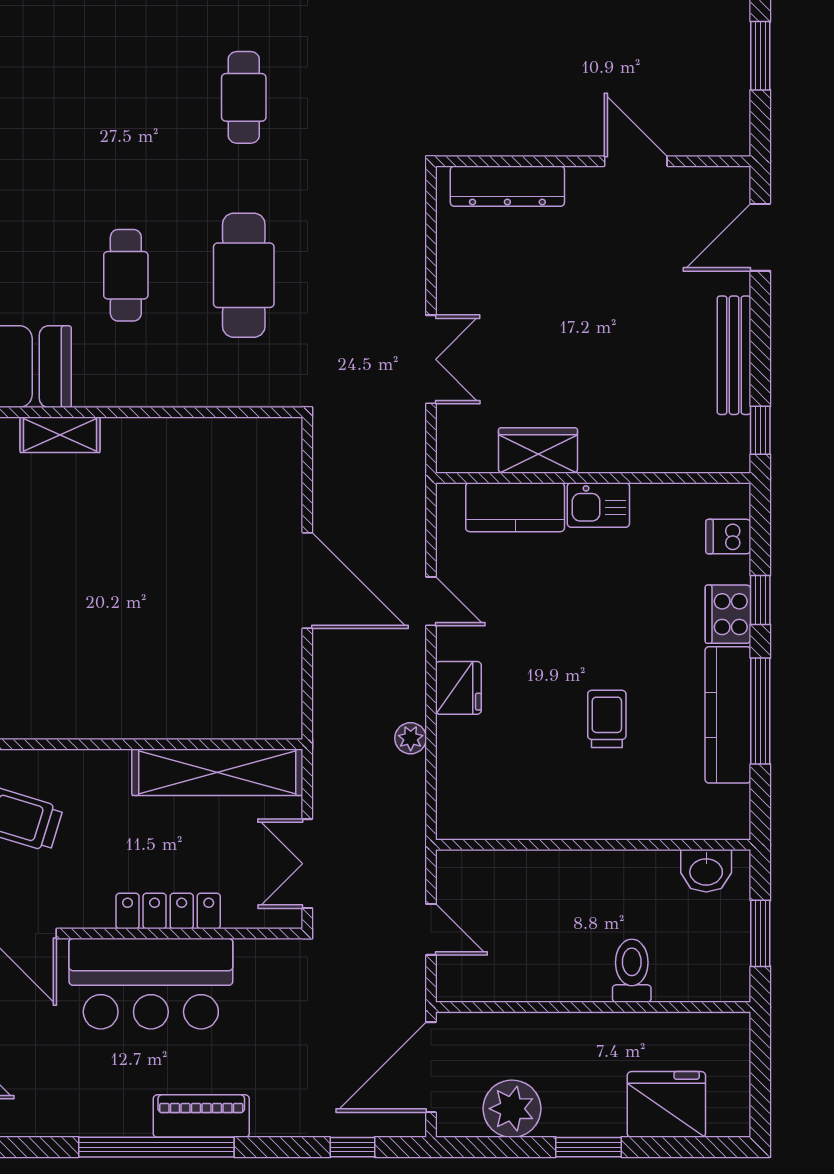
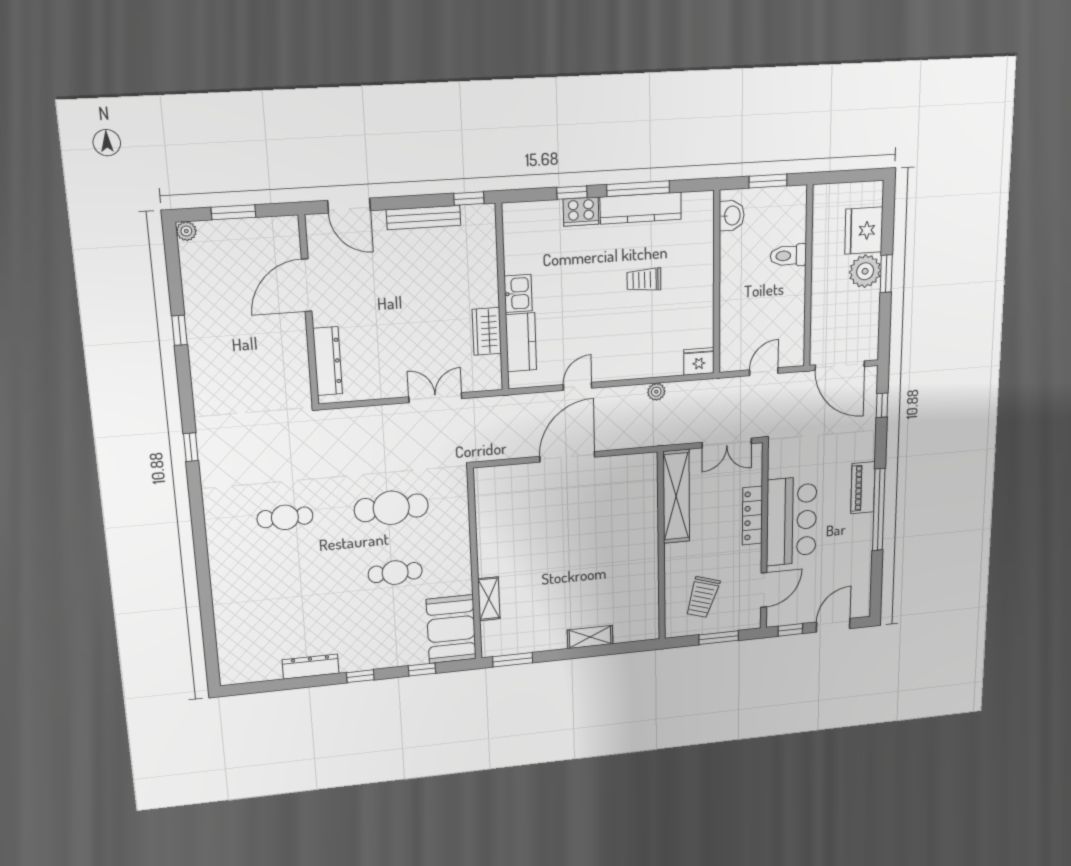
door: (636, 161) -> (307, 285), width x1.36
dishwasher: (728, 537) -> (534, 214), removed
fridge: (458, 688) -> (699, 361), moved
plant: (512, 1109) -> (865, 271), moved

